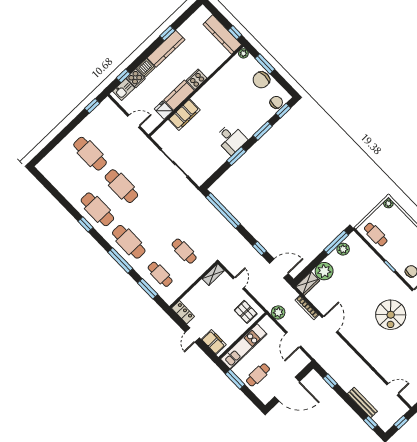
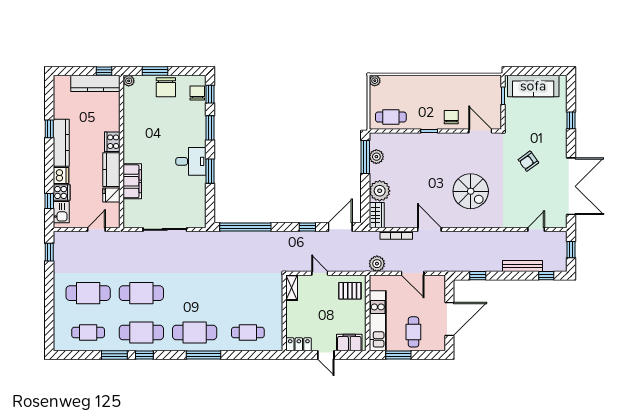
cafe table: (184, 251) -> (88, 333), moved
window: (148, 289) -> (114, 355), moved
spiral stairs: (391, 315) -> (471, 191), moved

